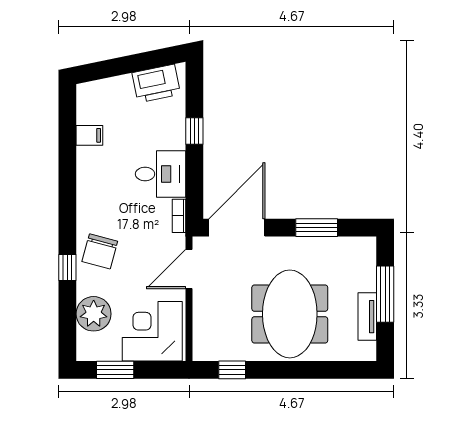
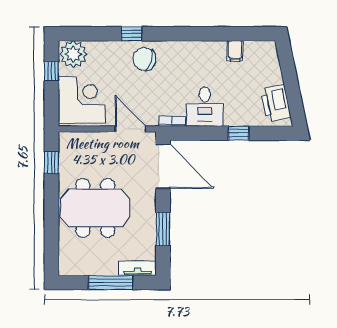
plant: (94, 314) -> (73, 54), moved
tv unit: (367, 317) -> (137, 268), moved
window: (115, 370) -> (51, 71), width x0.67

